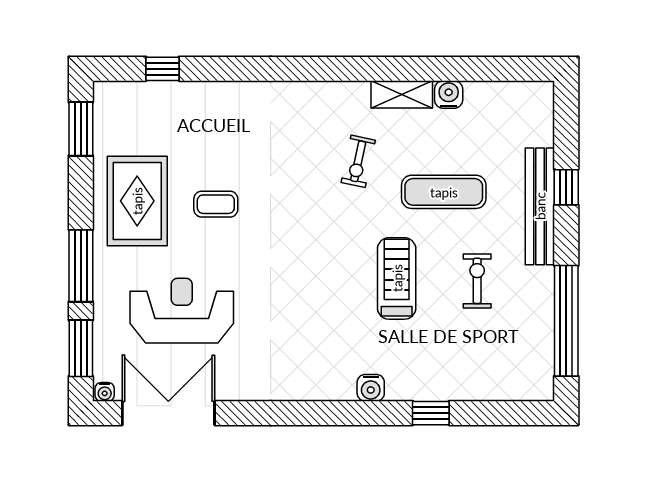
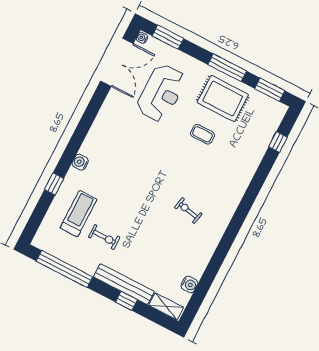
shelving: (402, 94) -> (166, 306), moved, turned 90
water cooler: (449, 94) -> (189, 284), moved
exercise mat: (444, 192) -> (154, 243), removed
coffee table: (216, 204) -> (202, 134), turned 90
window: (81, 266) -> (227, 68), moved
treadmill: (397, 278) -> (79, 214), moved, turned -90

